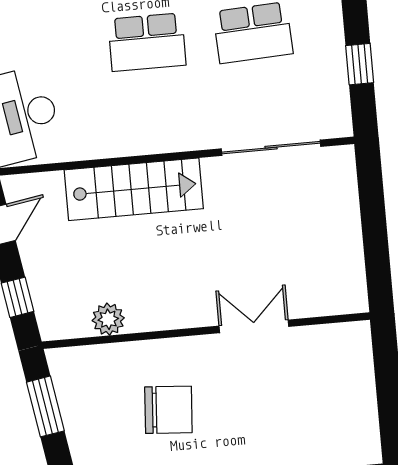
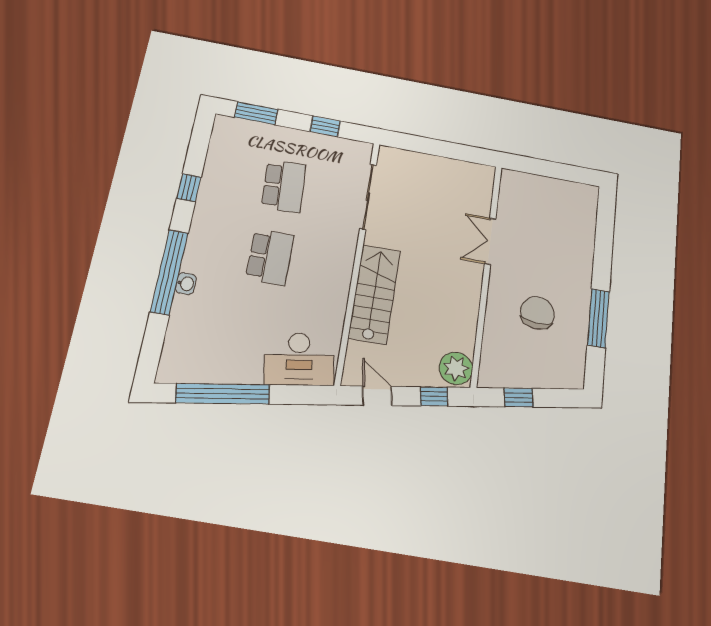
plant: (108, 319) -> (456, 368), moved, width x1.36, depth x1.36
window: (45, 406) -> (519, 398), width x0.67

